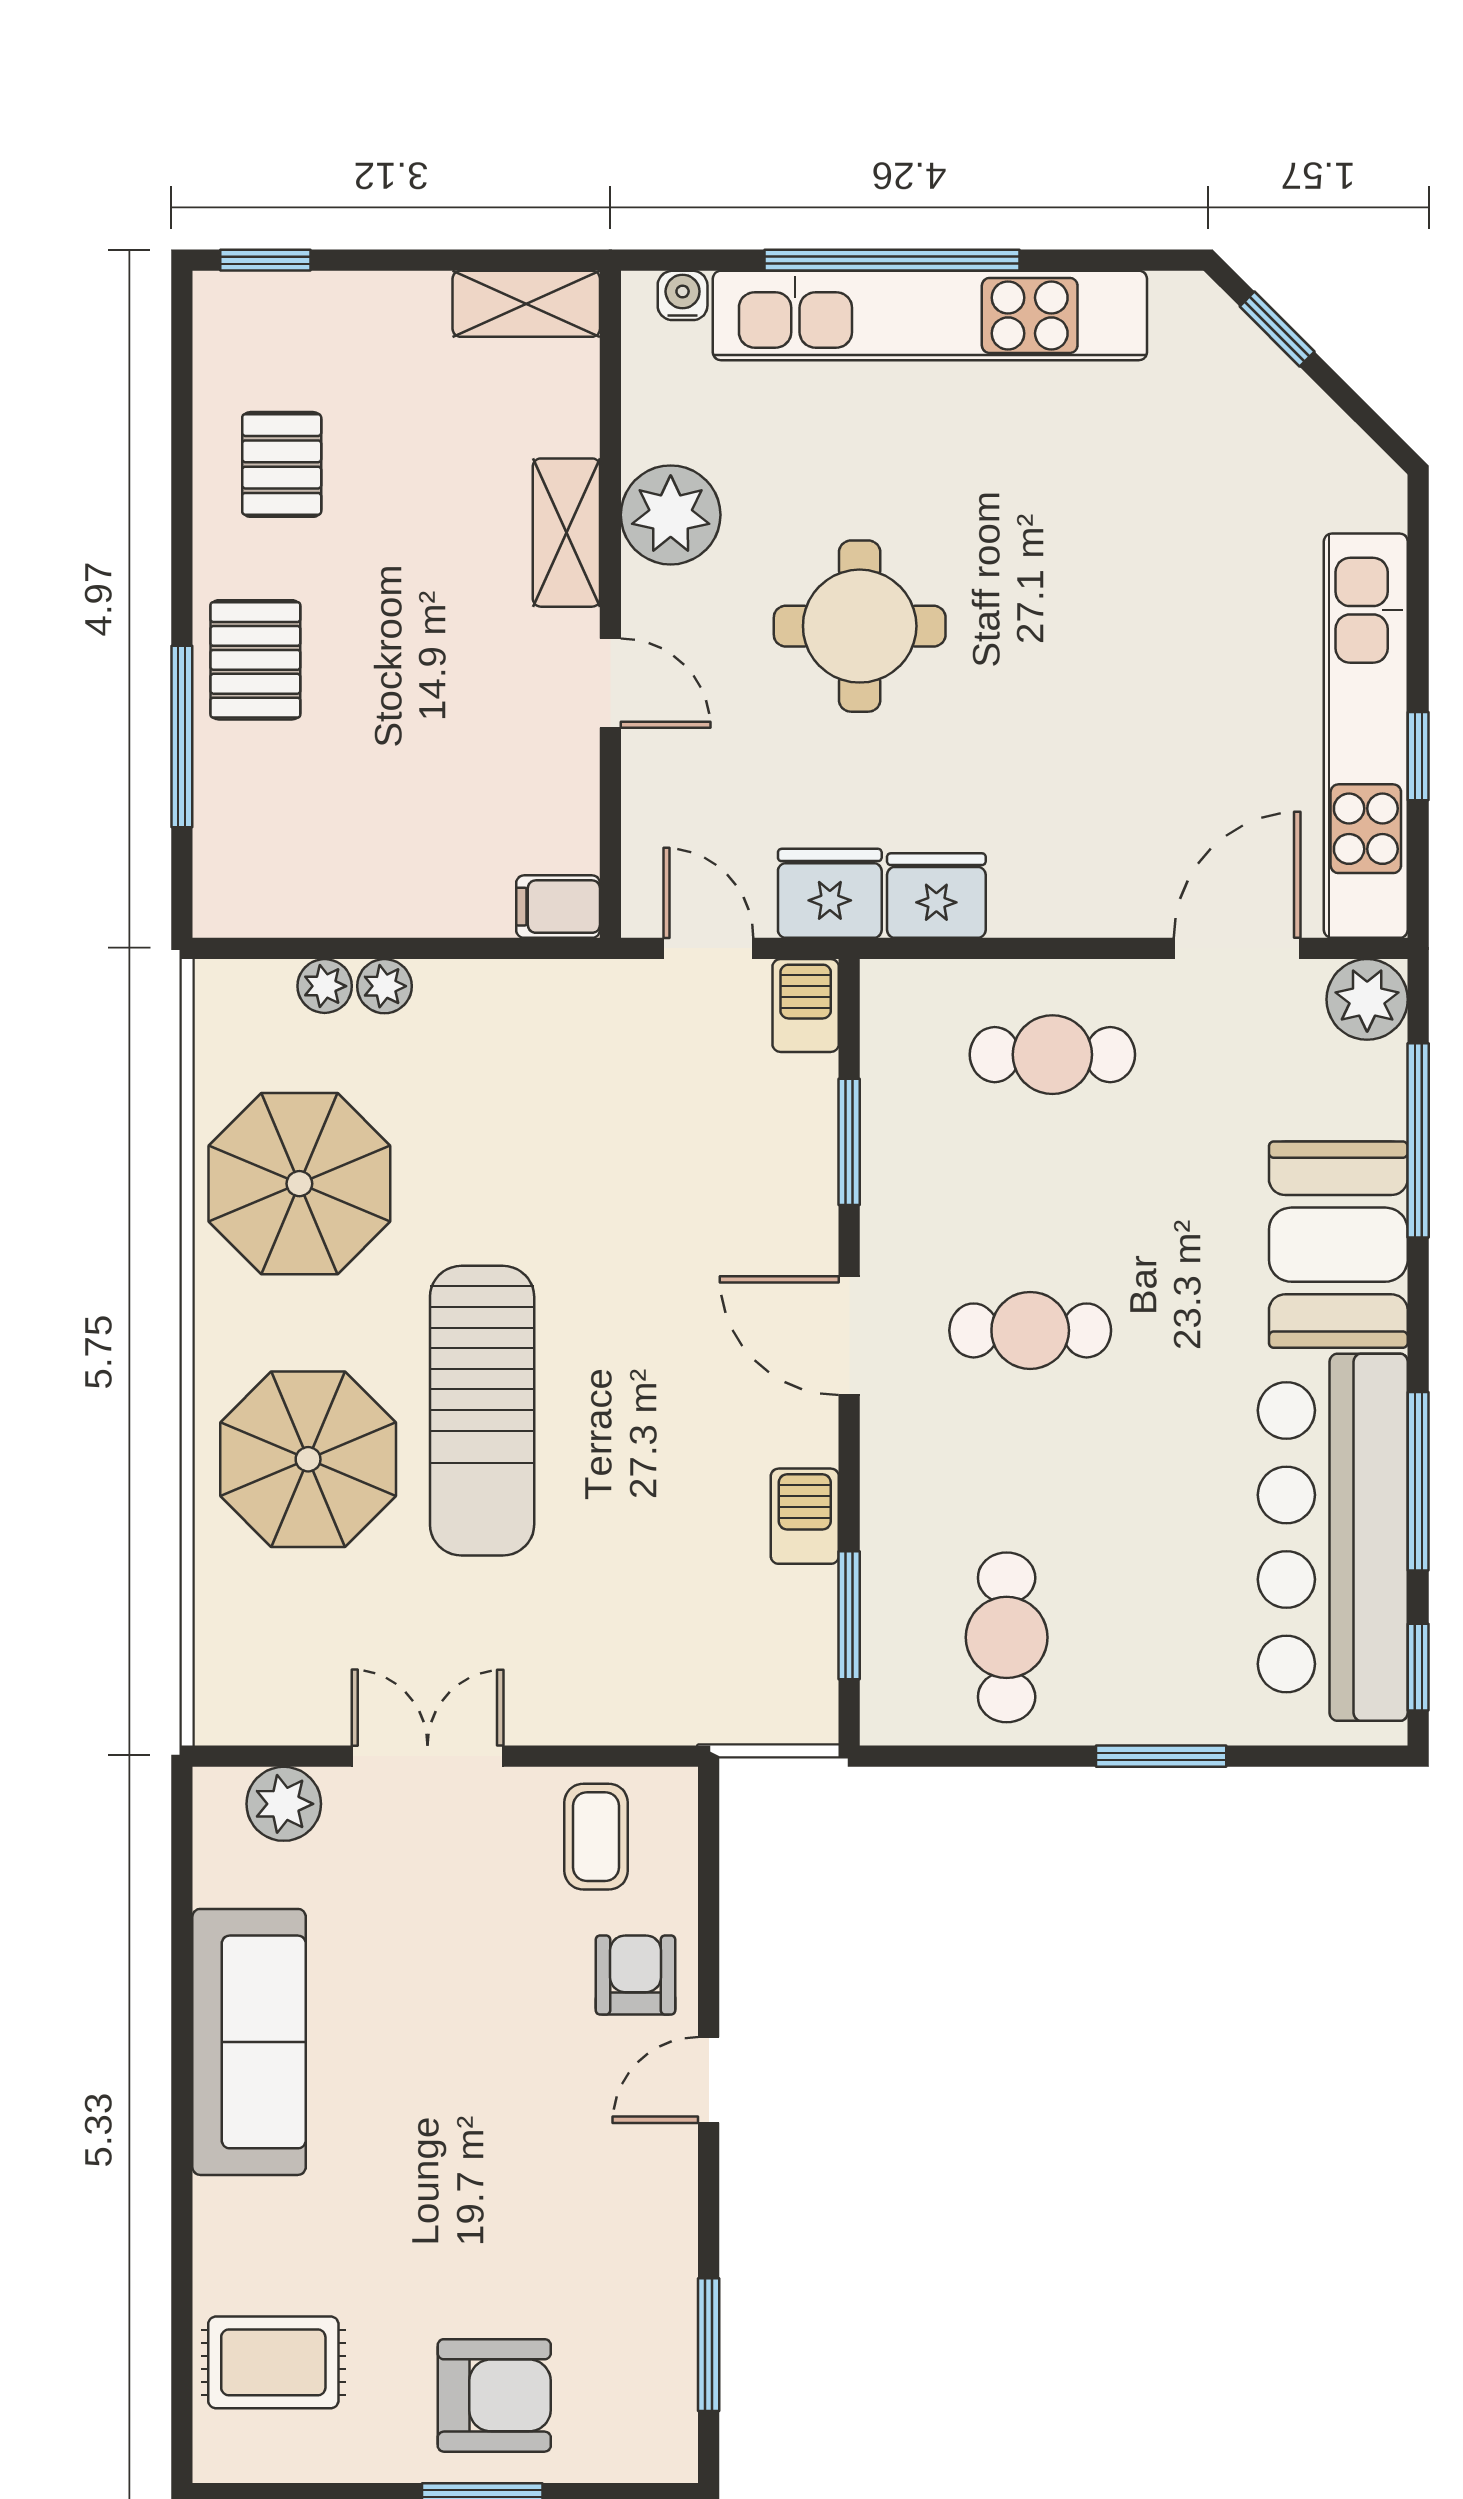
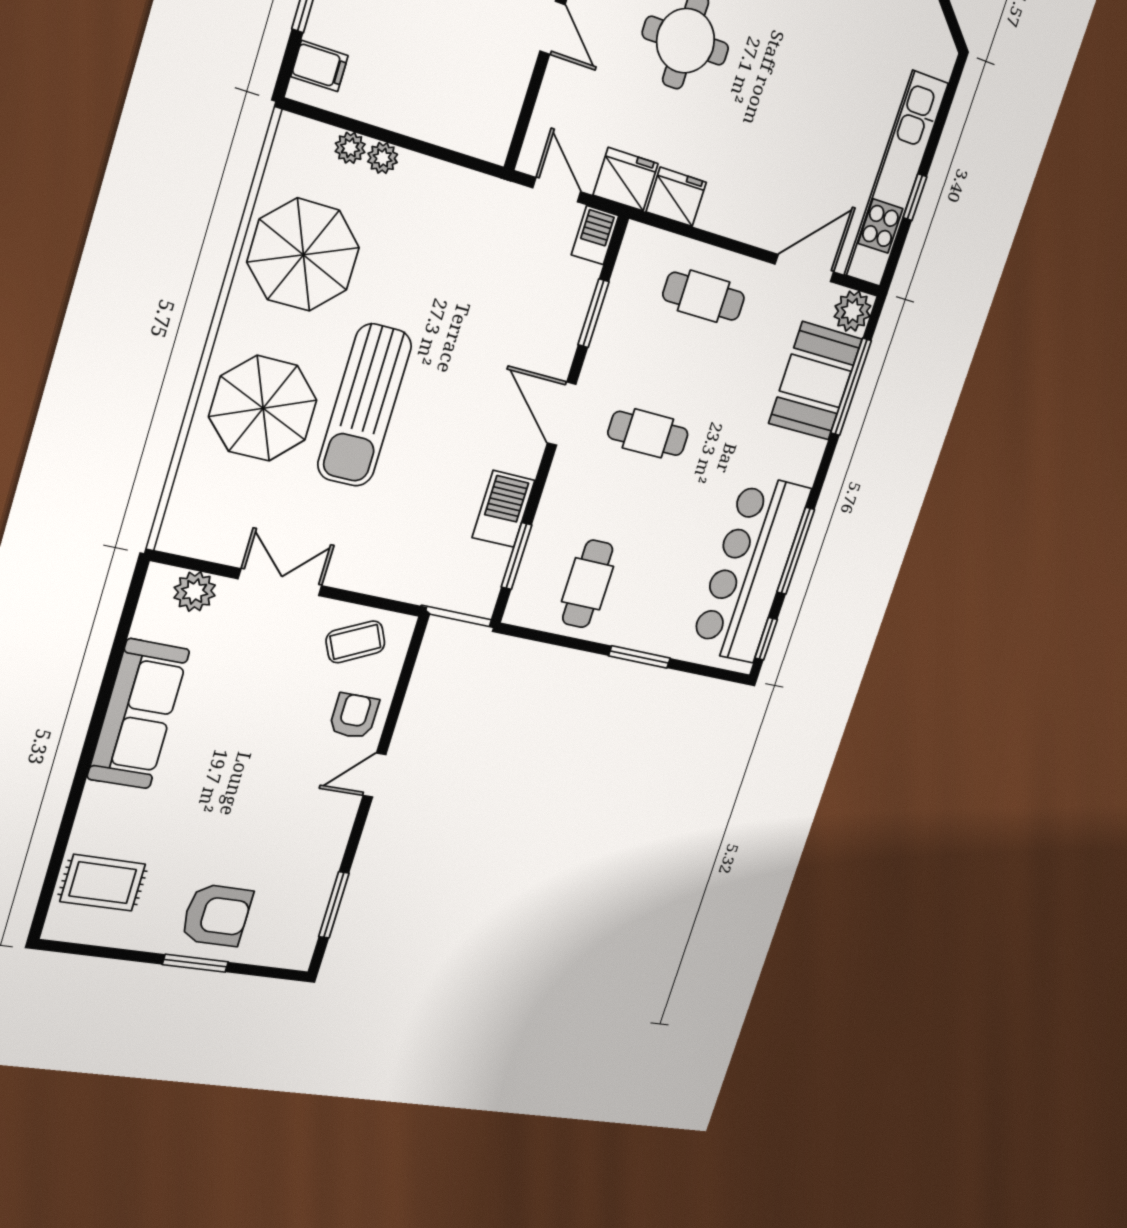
filing cabinet: (558, 907) -> (320, 66), moved, turned 180
booth: (1338, 1245) -> (815, 381), moved
barbecue: (805, 1516) -> (504, 509), width x1.38, depth x1.27
coffee table: (596, 1837) -> (355, 642), turned 64

